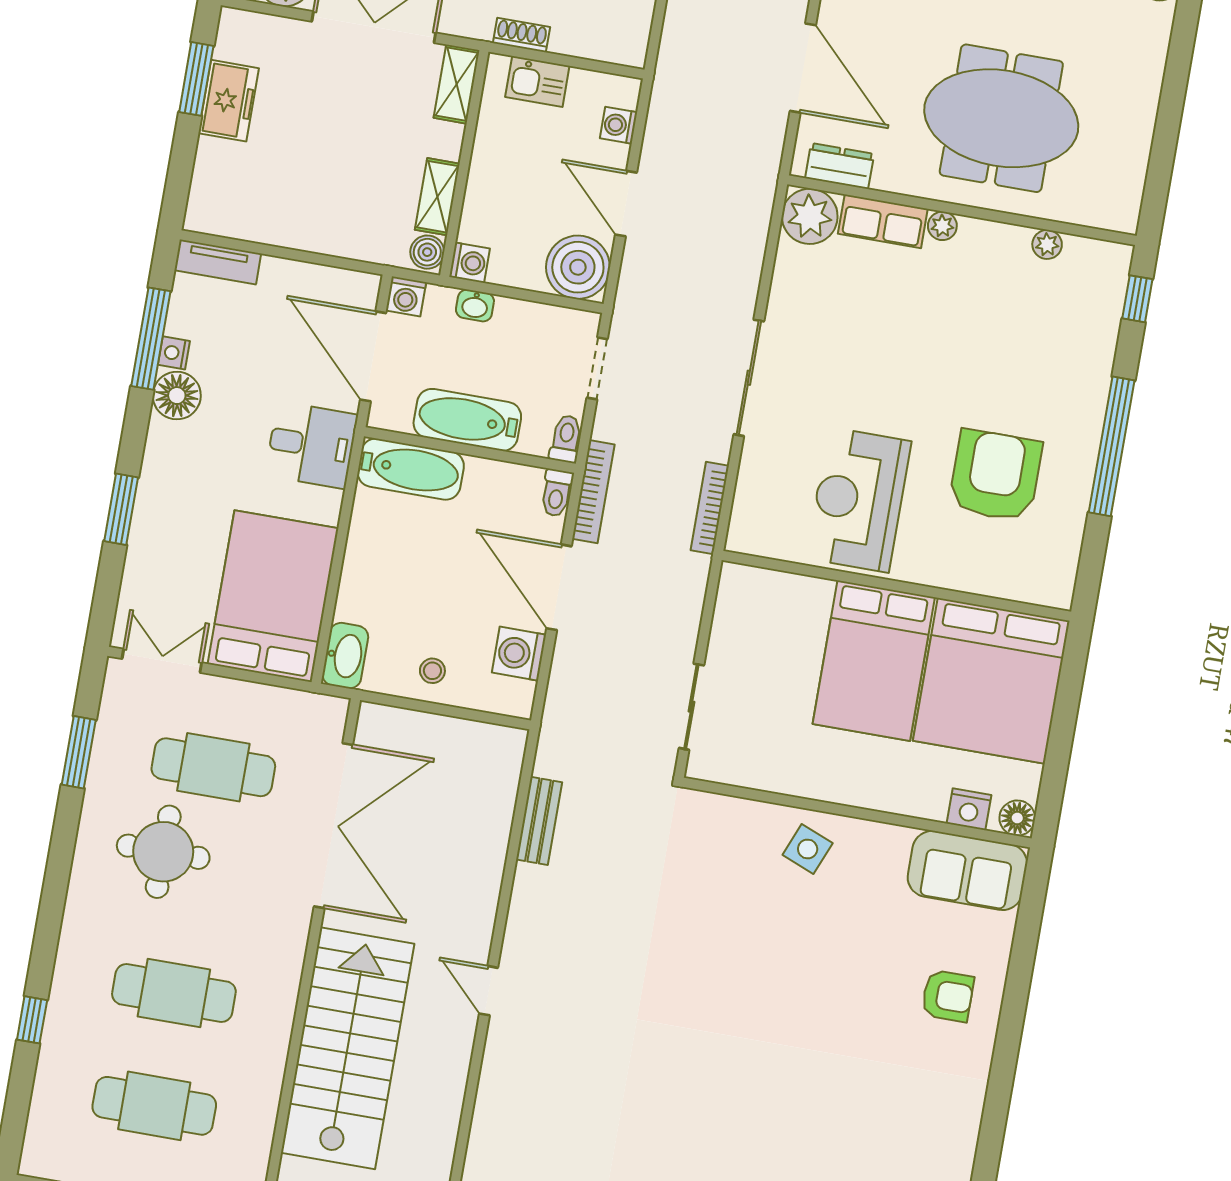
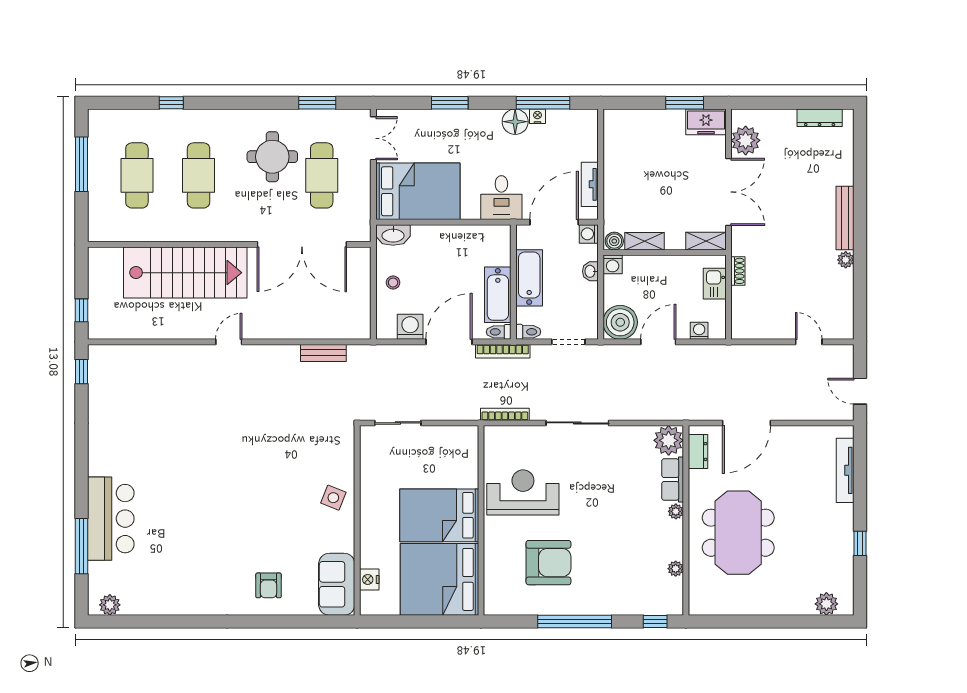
freezer: (229, 101) -> (706, 122), moved
tv unit: (218, 262) -> (590, 184), moved
bathtub: (411, 469) -> (498, 295), moved
floor lamp: (1017, 818) -> (369, 606), removed

